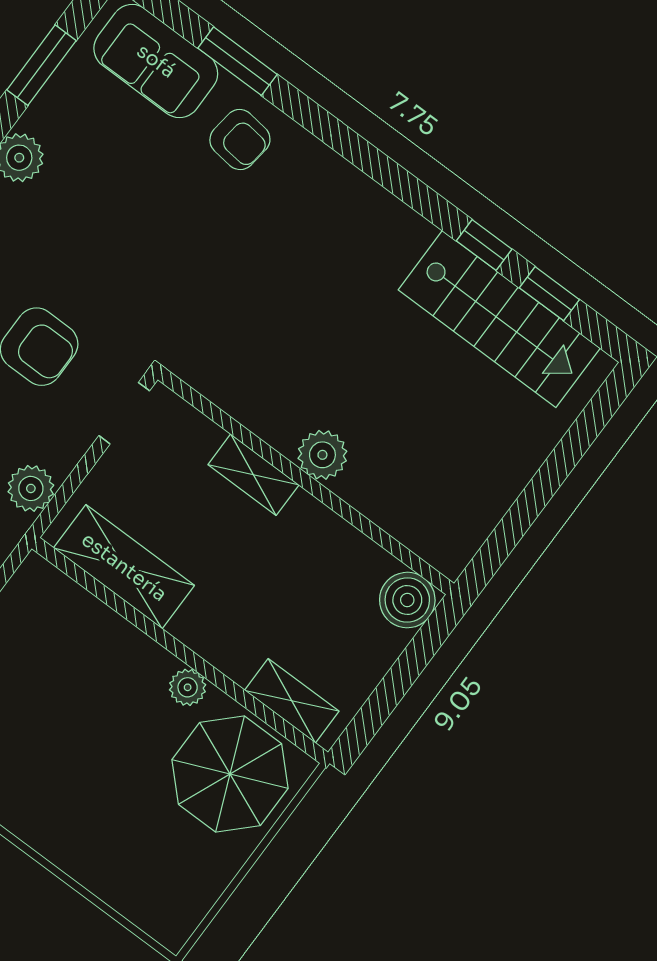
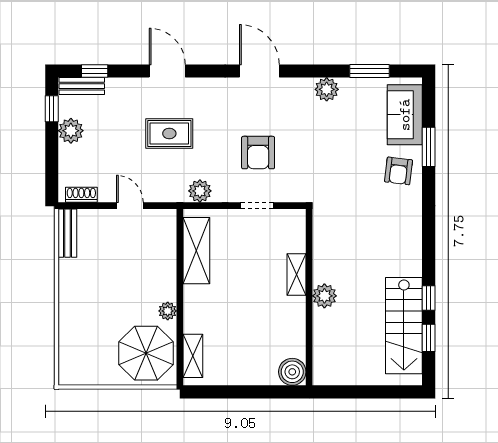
plant: (322, 455) -> (324, 296), moved
shelving: (253, 475) -> (296, 275), moved
wall: (306, 482) -> (309, 297), moved
boiler: (407, 600) -> (292, 372), moved

